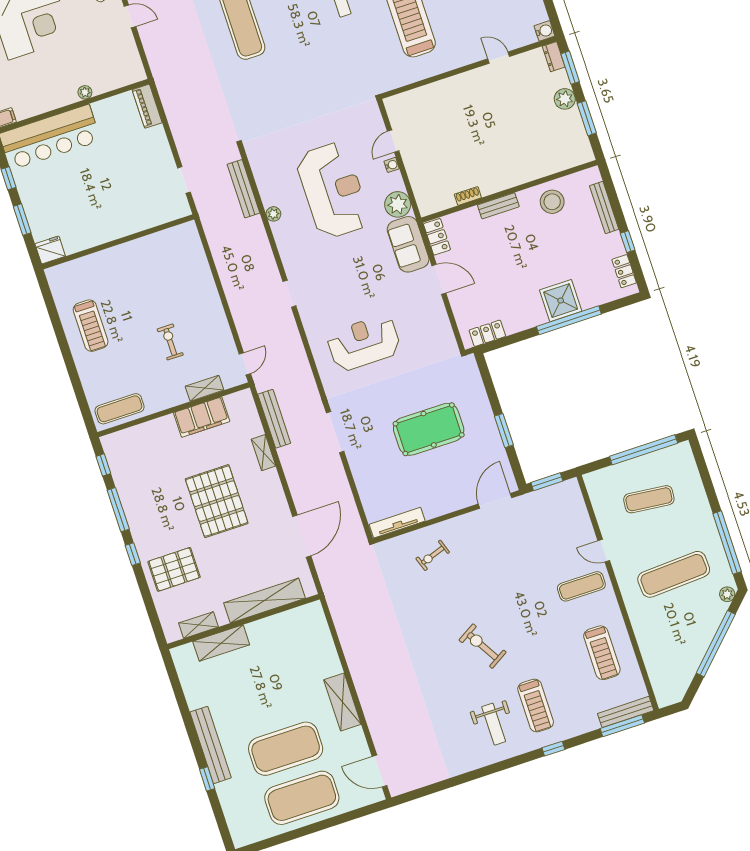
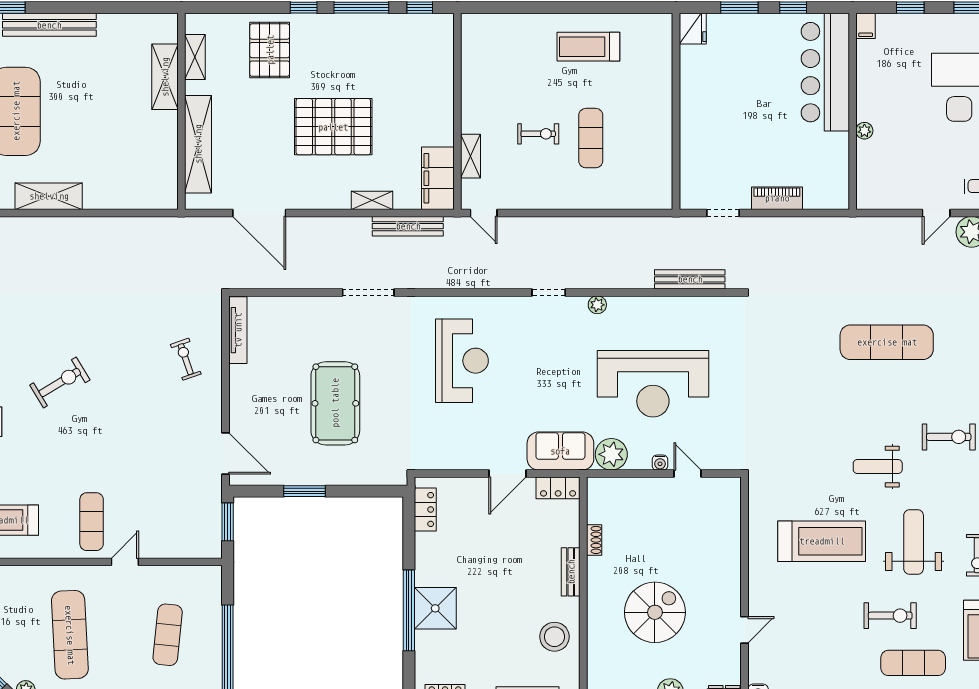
piano: (147, 106) -> (777, 198), moved
spiral stairs: (508, 131) -> (655, 612), added
plant: (273, 214) -> (597, 305), moved
exercise mat: (119, 409) -> (591, 138), moved
filing cabinet: (202, 417) -> (438, 178), moved

